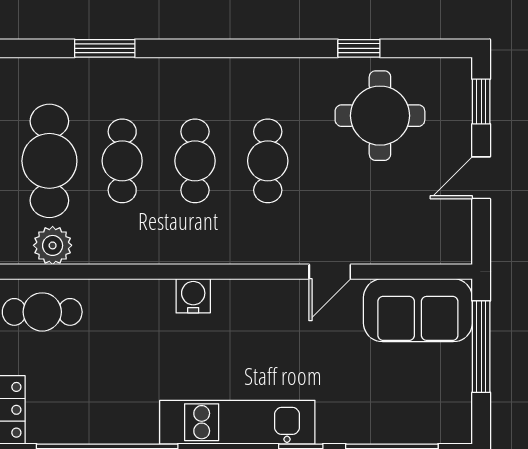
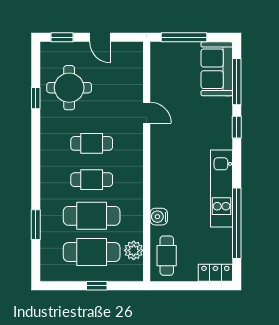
cafe table: (122, 161) -> (92, 216), width x1.37, depth x1.35
water cooler: (193, 296) -> (159, 217), moved
sofa: (418, 310) -> (217, 69), moved, turned 180
kitchen unit: (237, 422) -> (222, 188), moved

